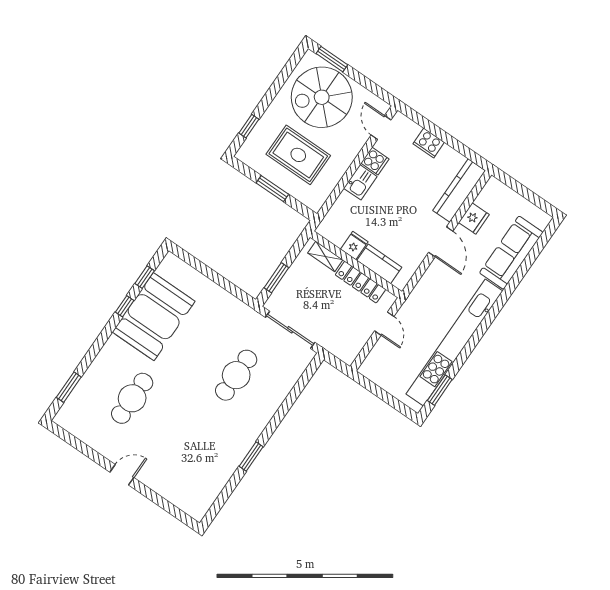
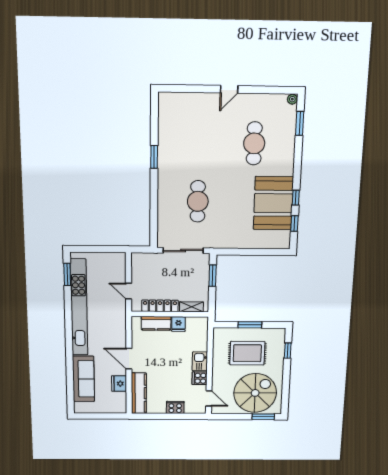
plant: (61, 419) -> (292, 99), added

